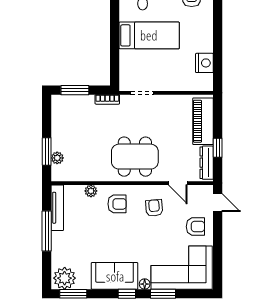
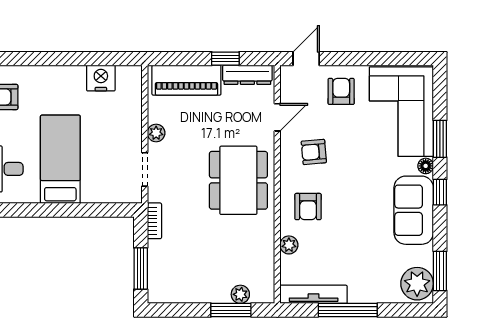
plant: (167, 101) -> (156, 133), added
armchair: (117, 204) -> (308, 207), turned 180

